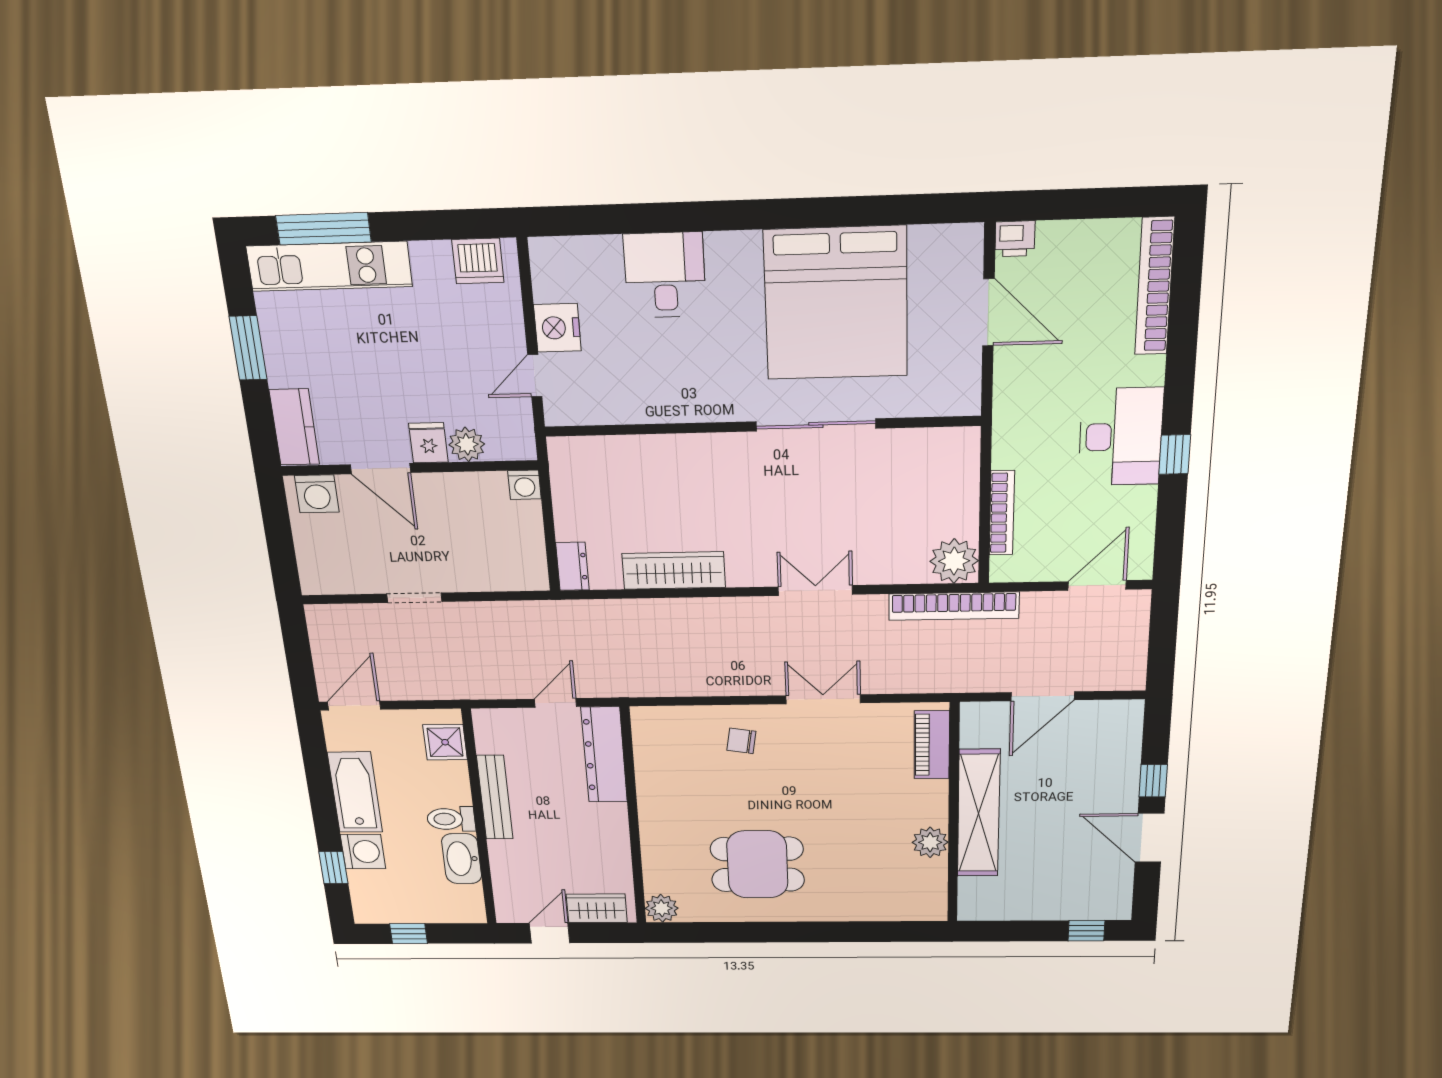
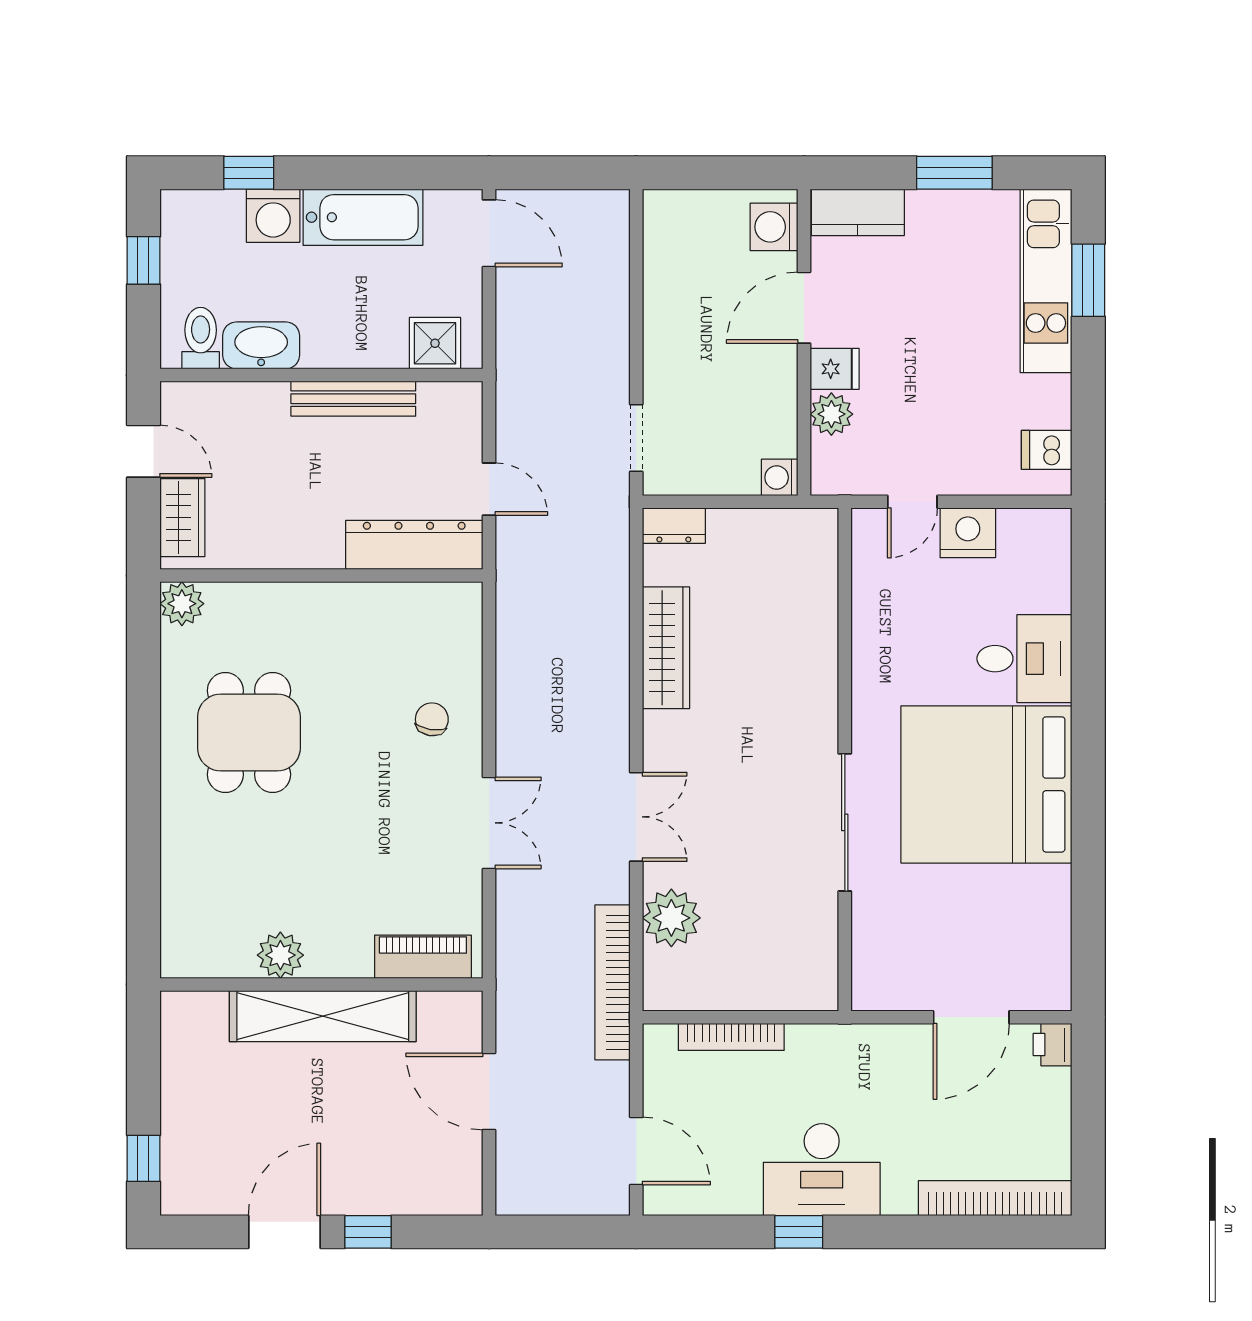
window: (323, 229) -> (1088, 280), width x0.69
dishwasher: (478, 261) -> (1047, 450), width x0.73
bed: (836, 303) -> (986, 784), moved
door: (535, 376) -> (912, 502), swing flipped
plant: (954, 561) -> (671, 918), moved
doorway: (414, 598) -> (636, 438), moved
toilet: (451, 819) -> (201, 338), moved

